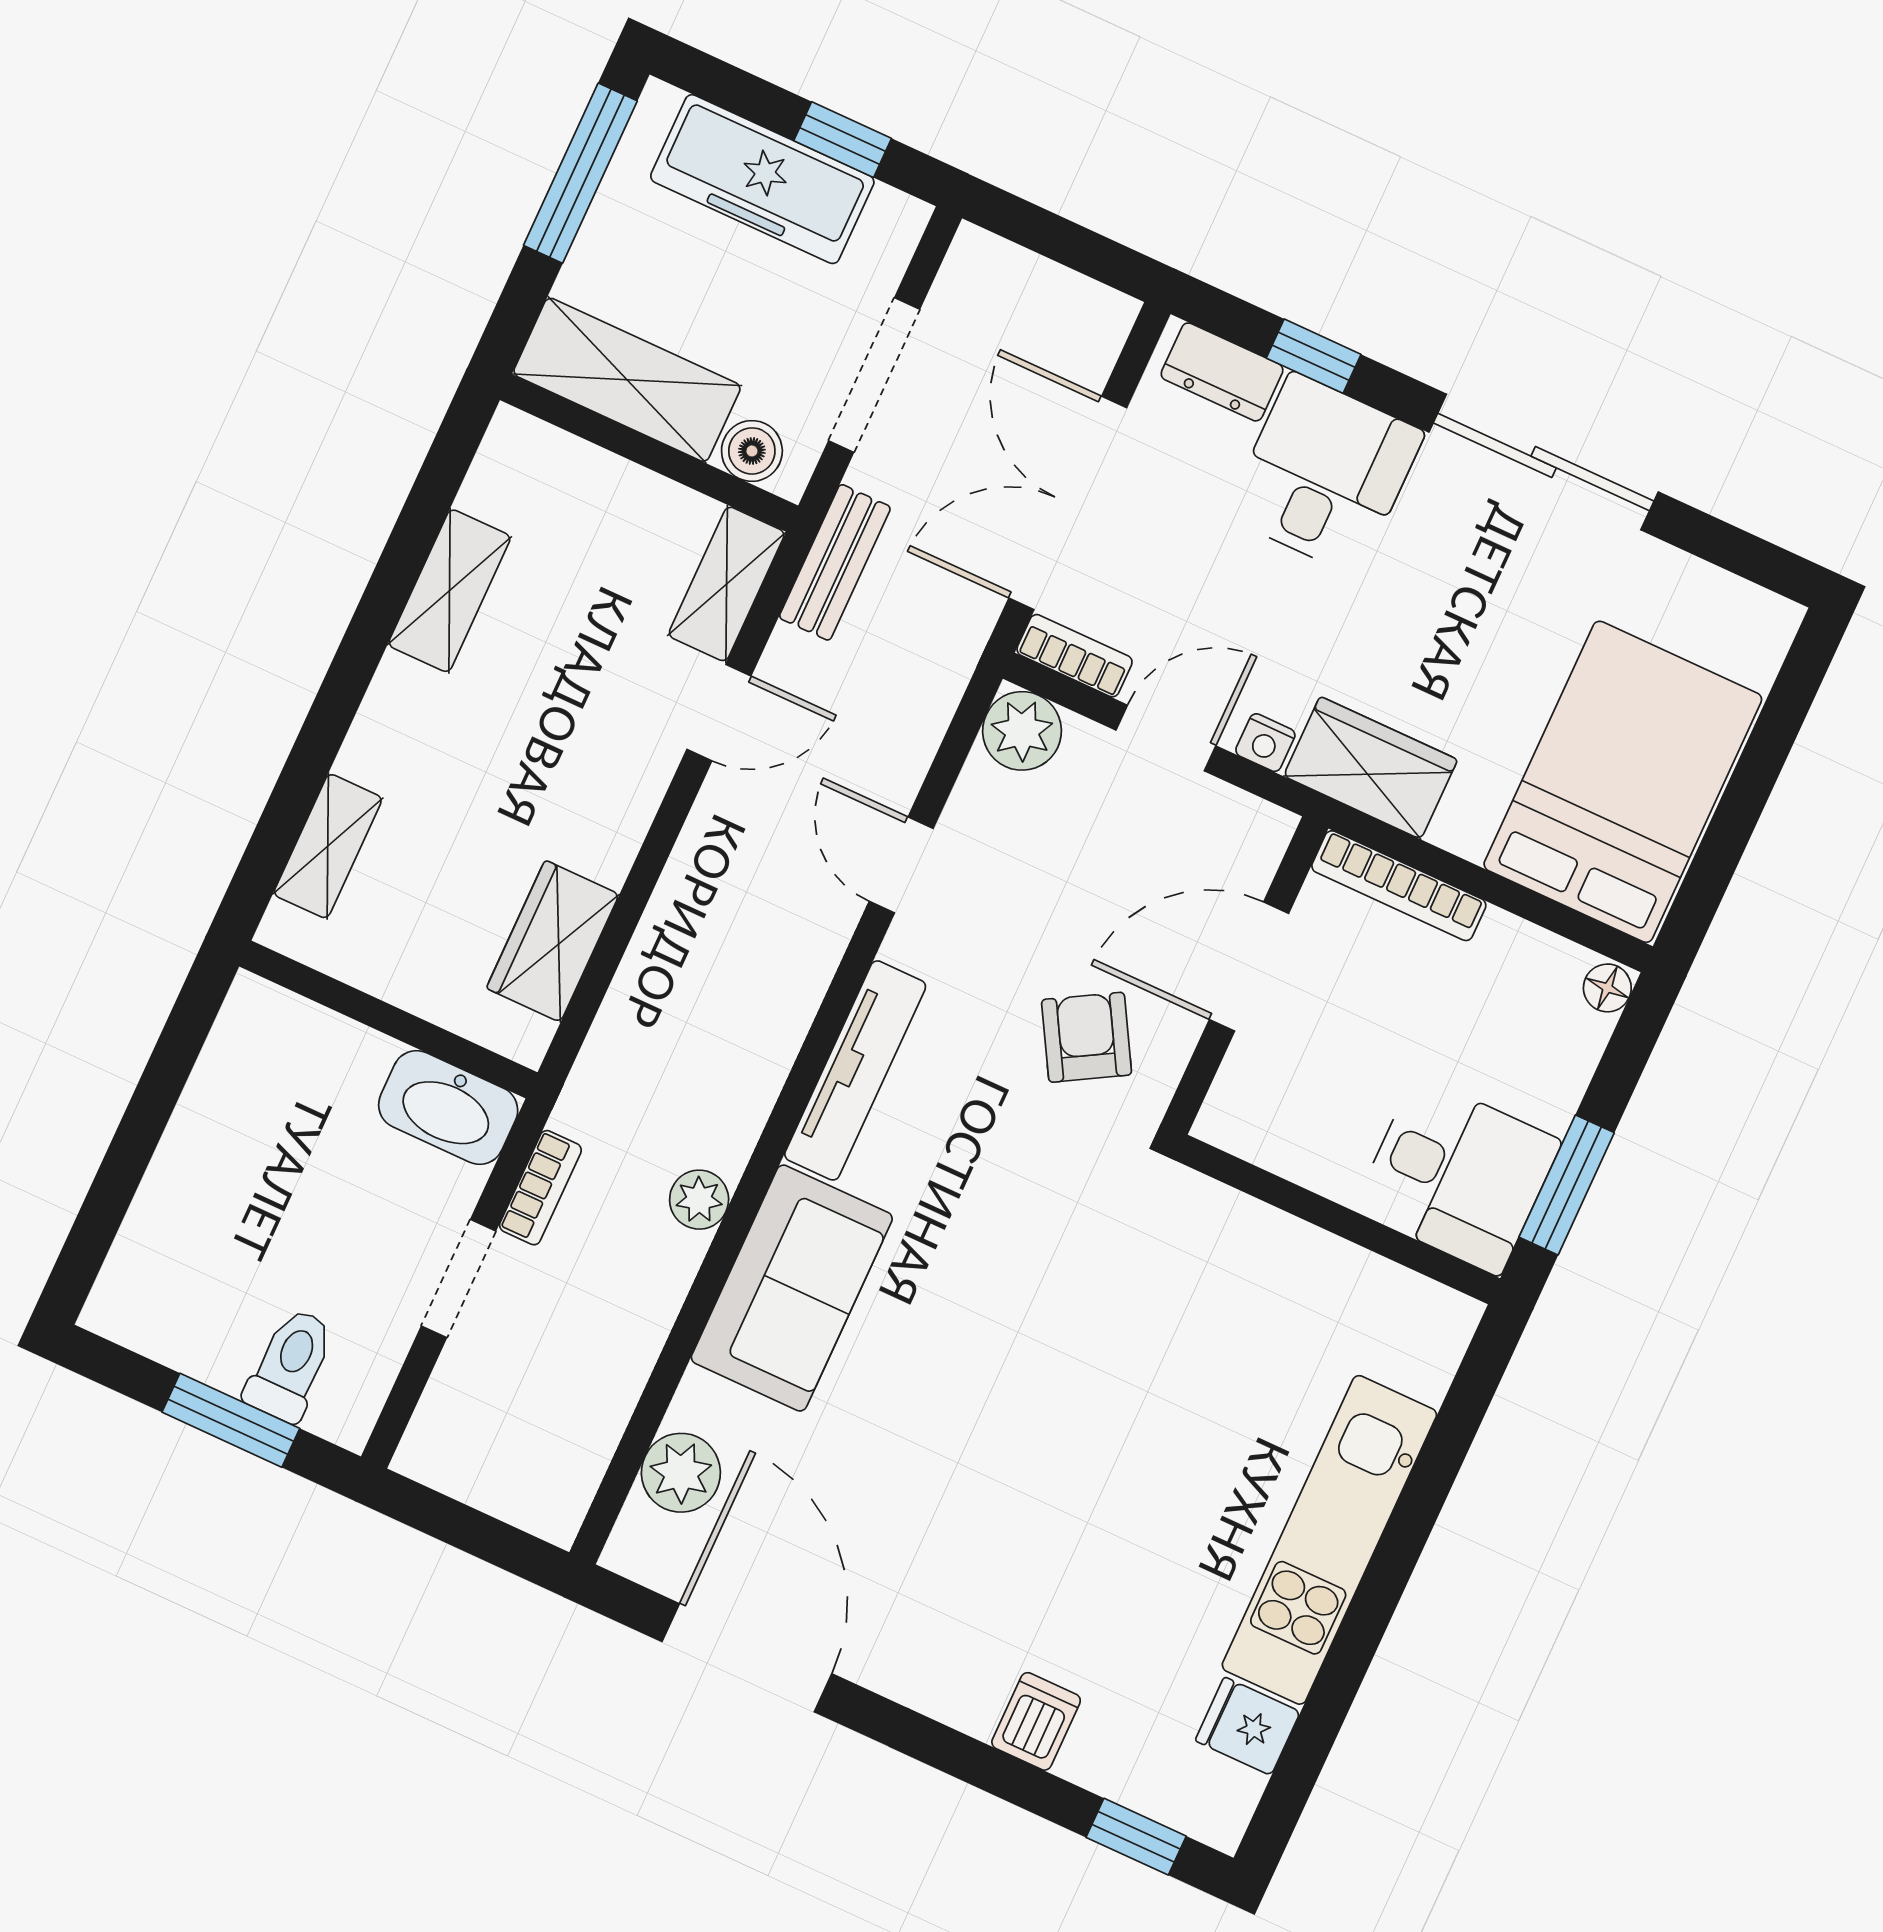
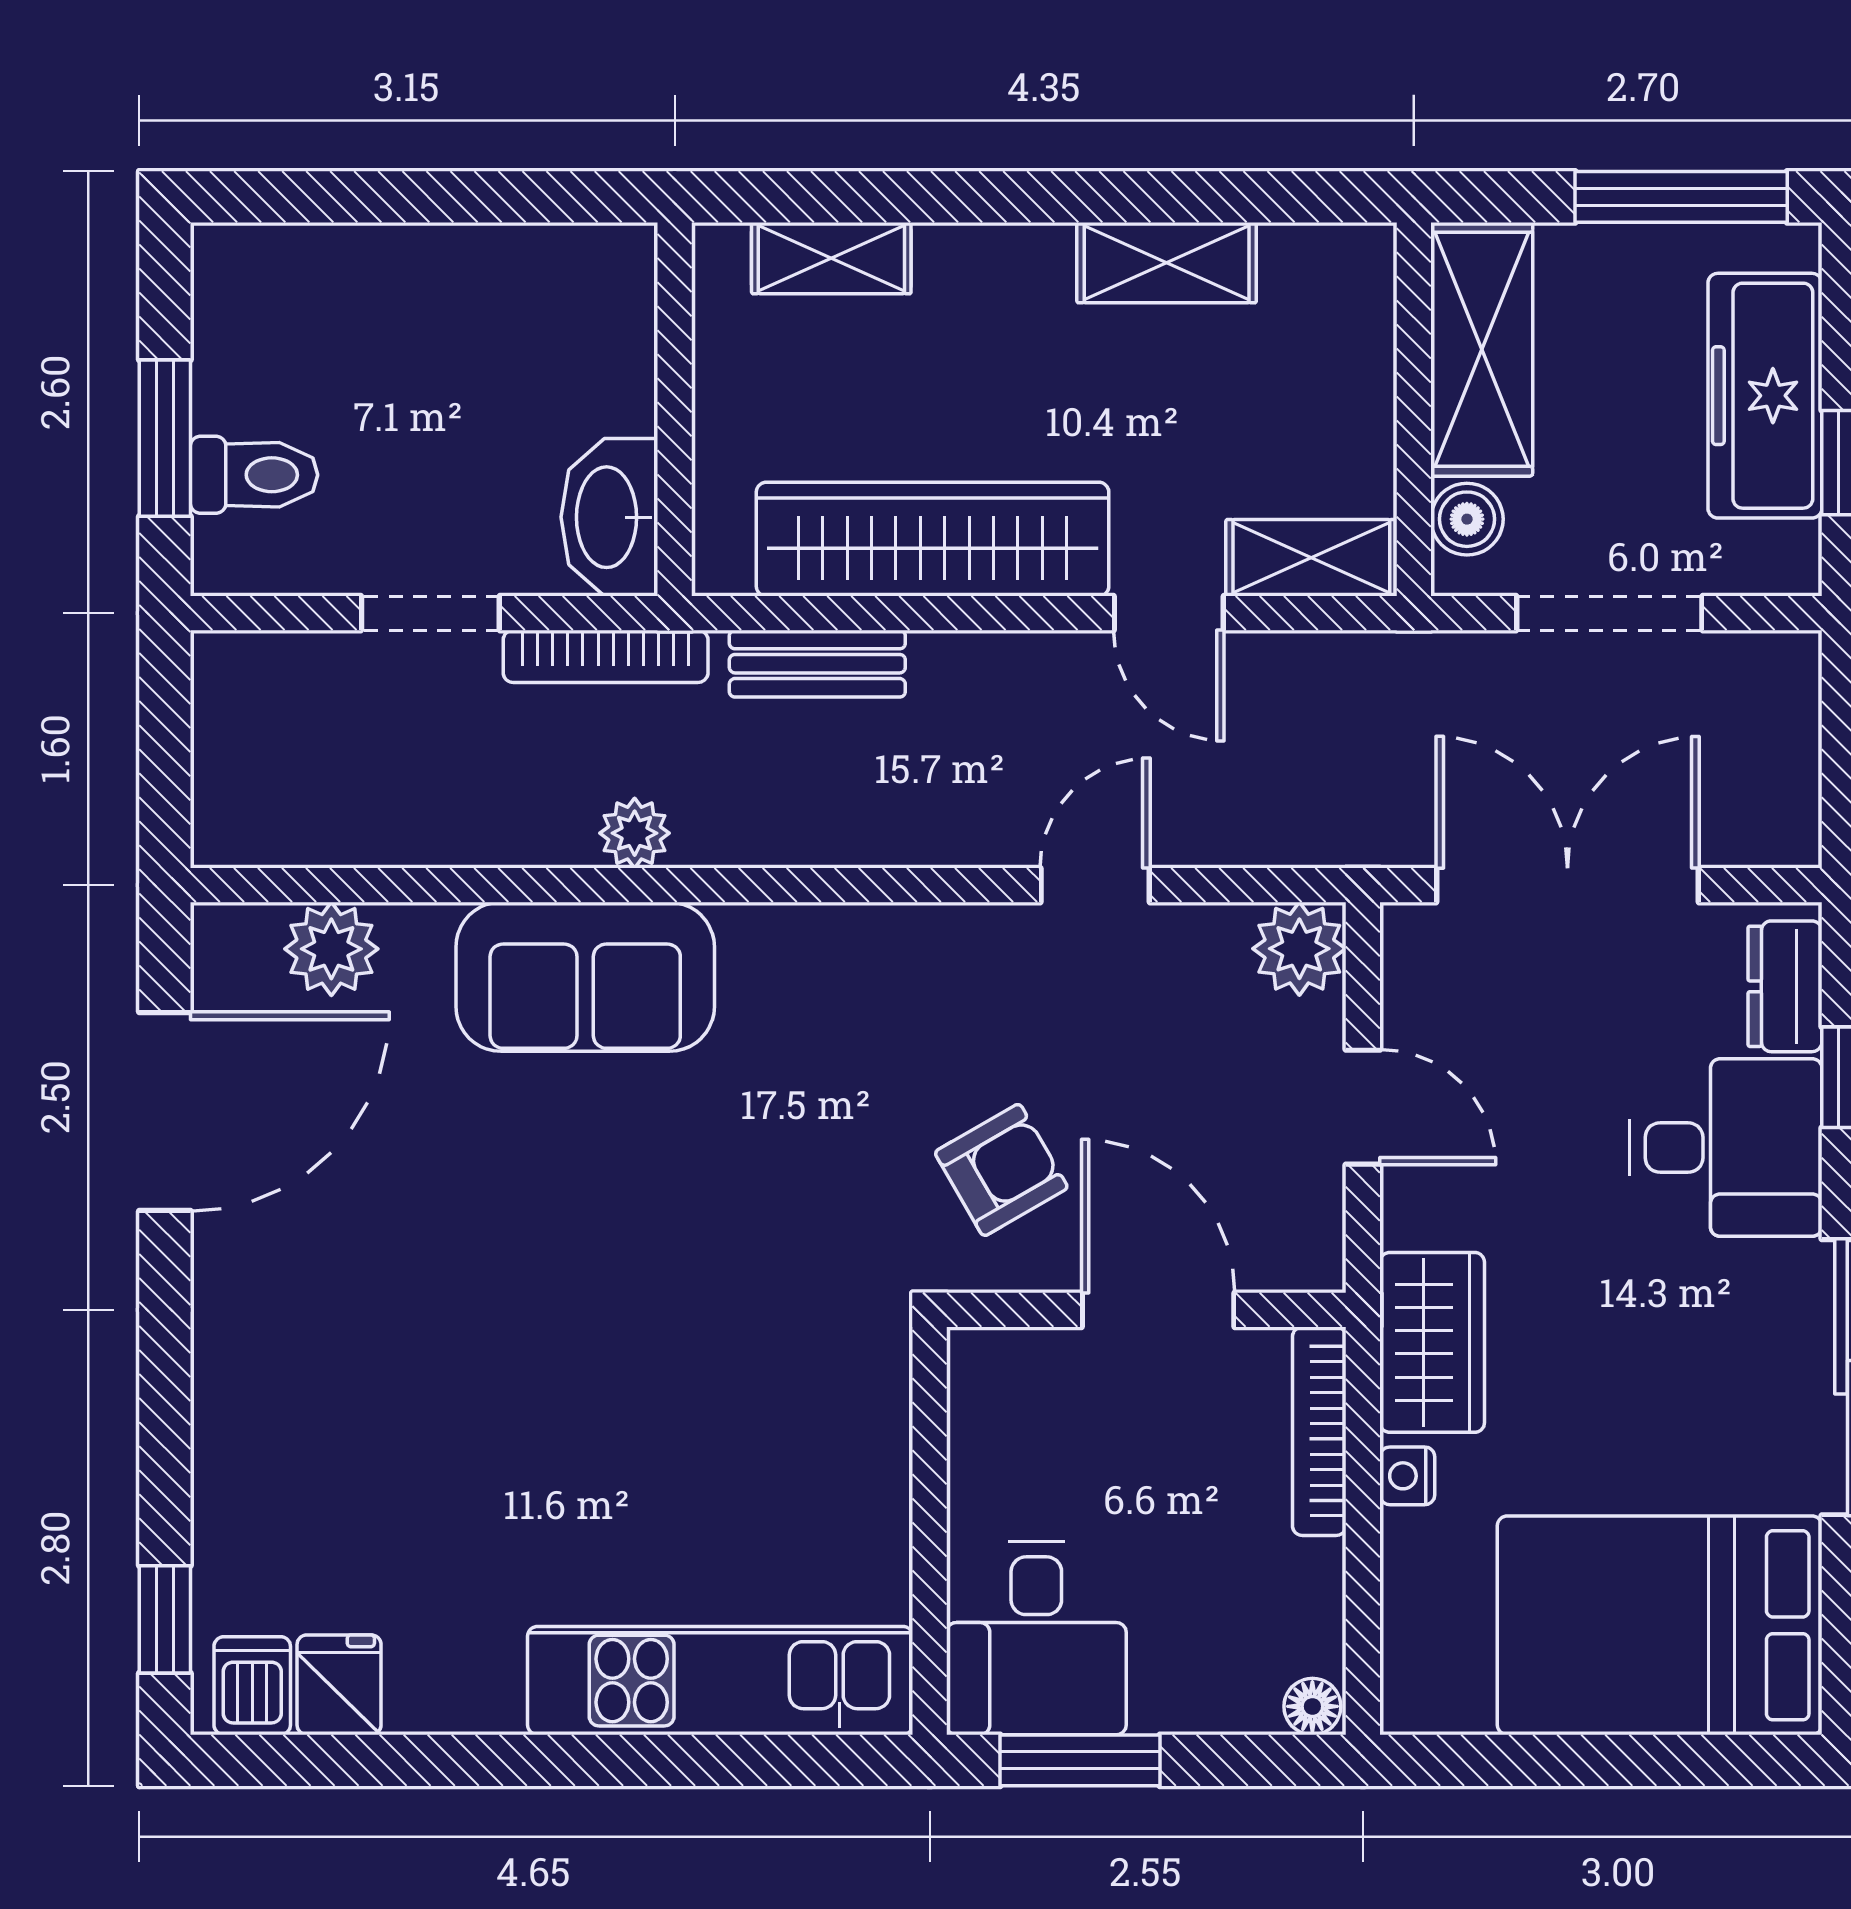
bench: (835, 562) -> (817, 664), moved
bookcase: (1075, 656) -> (1406, 968), removed
nightstand: (1265, 743) -> (1407, 1476), moved
bed: (1623, 782) -> (1660, 1625), moved, turned 180
wardrobe: (553, 941) -> (933, 539), width x2.10, depth x1.17
tv unit: (855, 1070) -> (851, 937), removed
bookcase: (540, 1188) -> (606, 656), width x1.56
kitchen unit: (1329, 1540) -> (720, 1681), moved
dishwasher: (1036, 1721) -> (252, 1686), moved, turned -90

